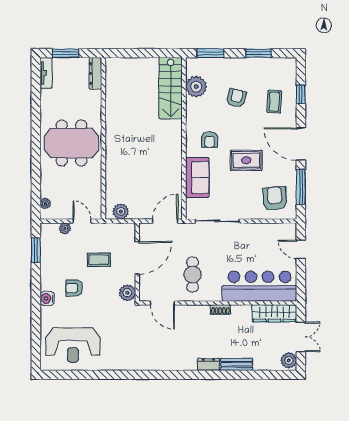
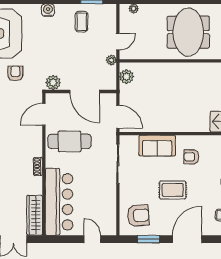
rug: (246, 160) -> (173, 190), turned 90
window: (301, 187) -> (148, 239), width x0.69
plant: (65, 228) -> (111, 60), moved
door: (301, 249) -> (92, 239), hinge flipped
coffee table: (99, 260) -> (82, 22), moved
cafe table: (193, 275) -> (70, 141), width x1.37, depth x1.35
armchair: (74, 288) -> (15, 73), moved

